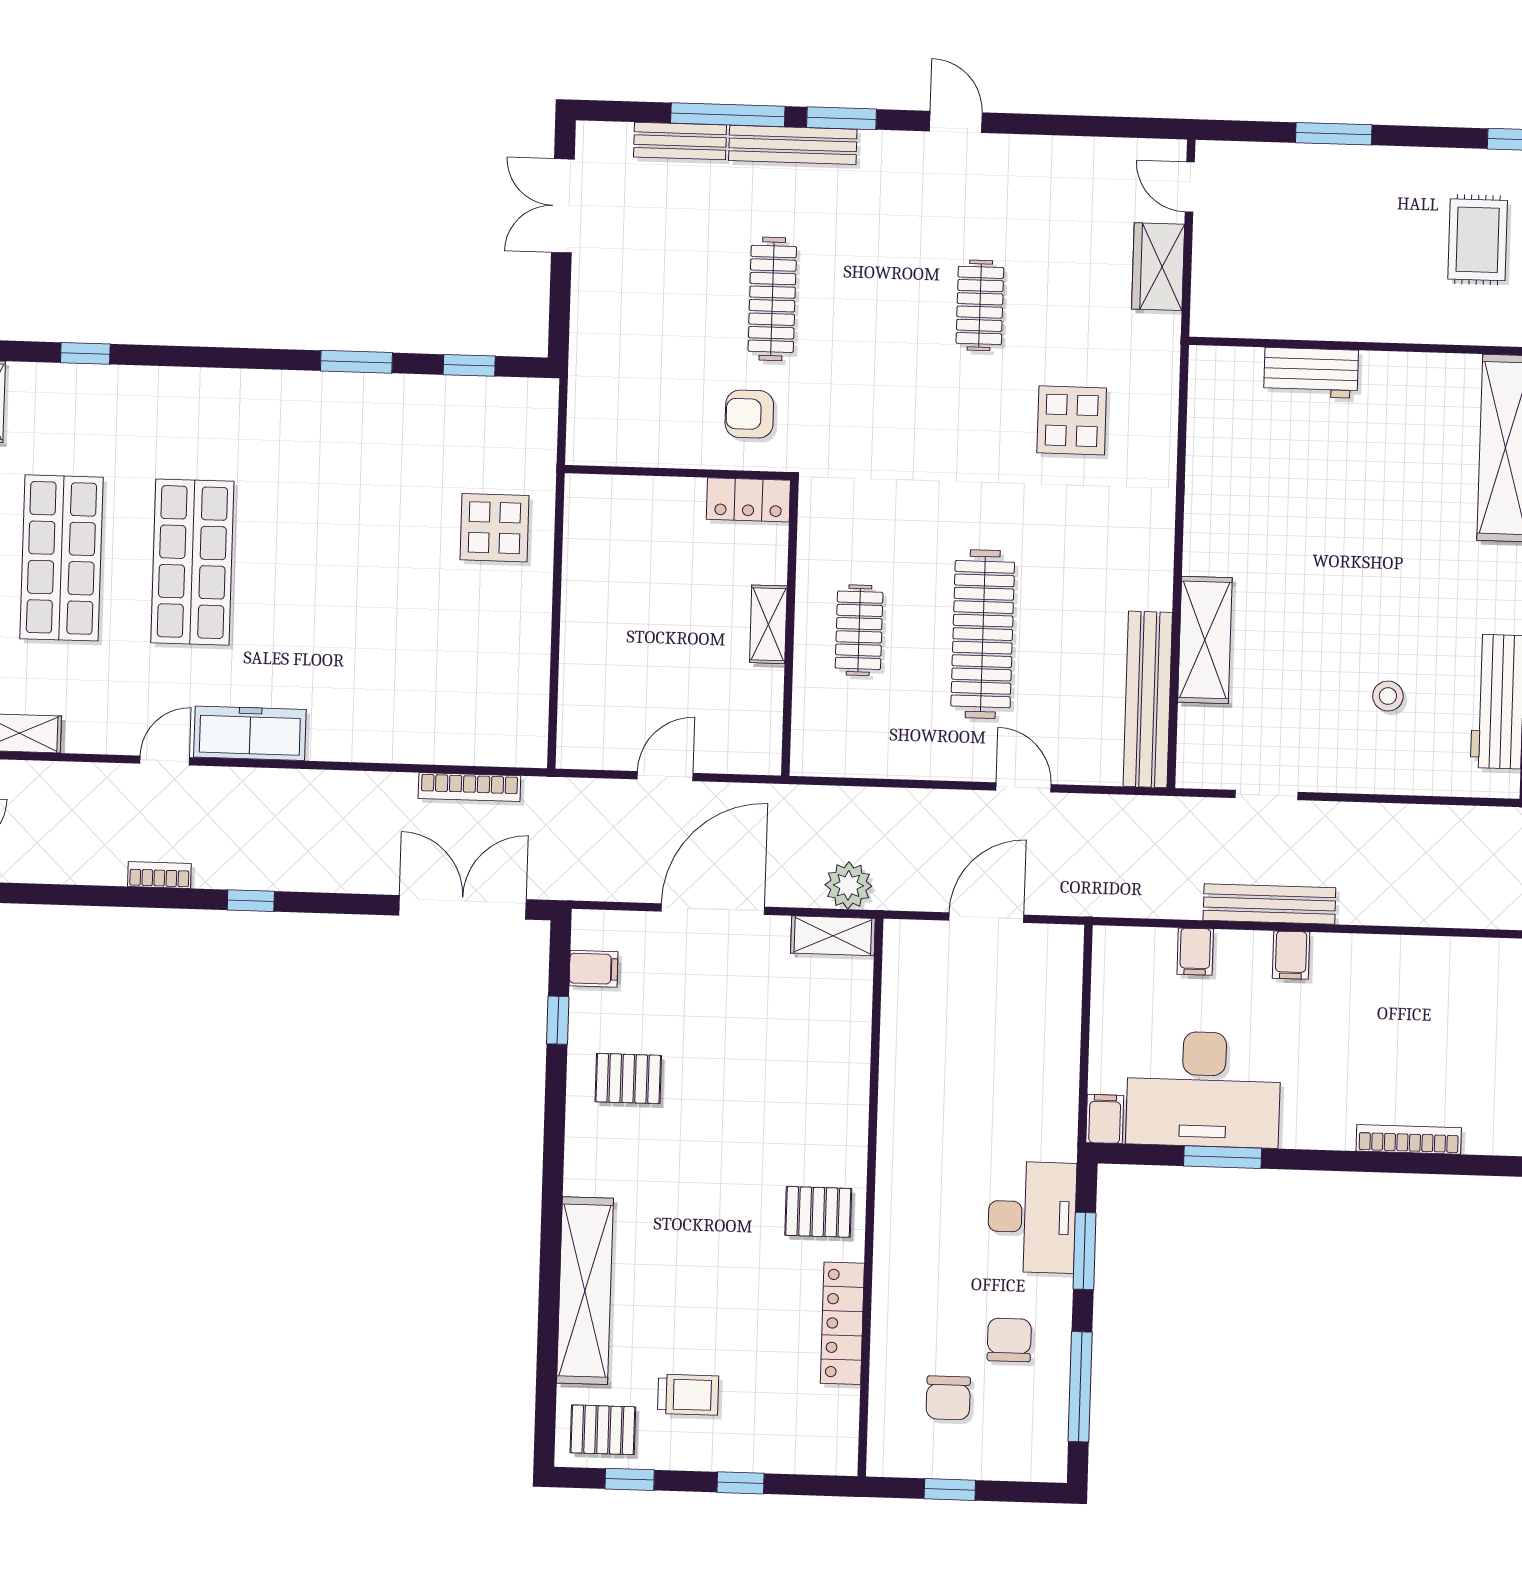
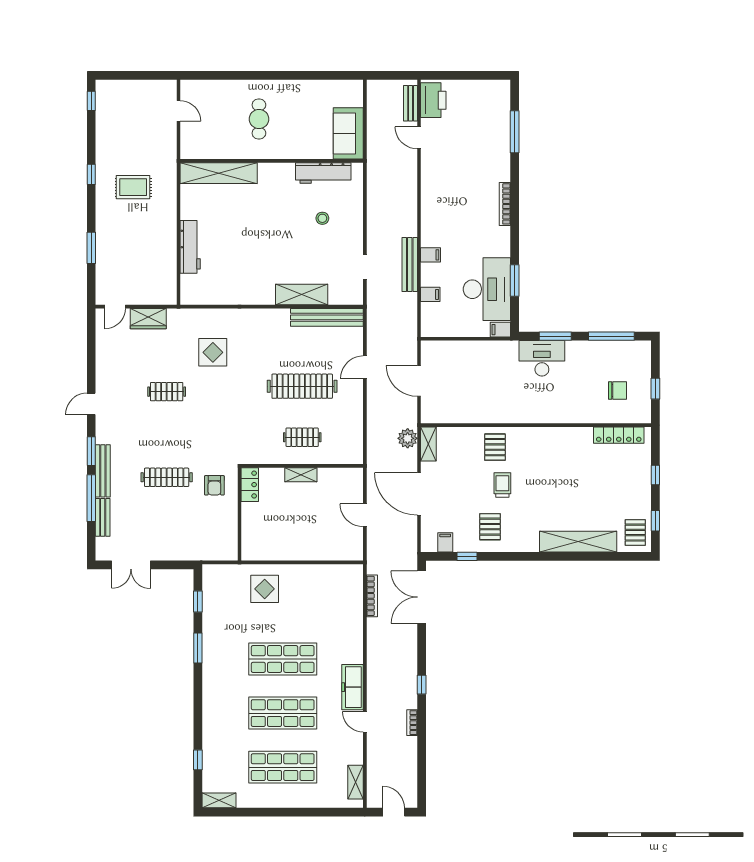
workbench: (1311, 373) -> (190, 247), width x1.38
shop shelf: (323, 566) -> (283, 659), added
pallet: (818, 1212) -> (495, 447), moved
locker: (842, 1323) -> (619, 435), moved
chair: (1009, 1340) -> (593, 366), removed
trolley: (688, 1395) -> (502, 485), moved

